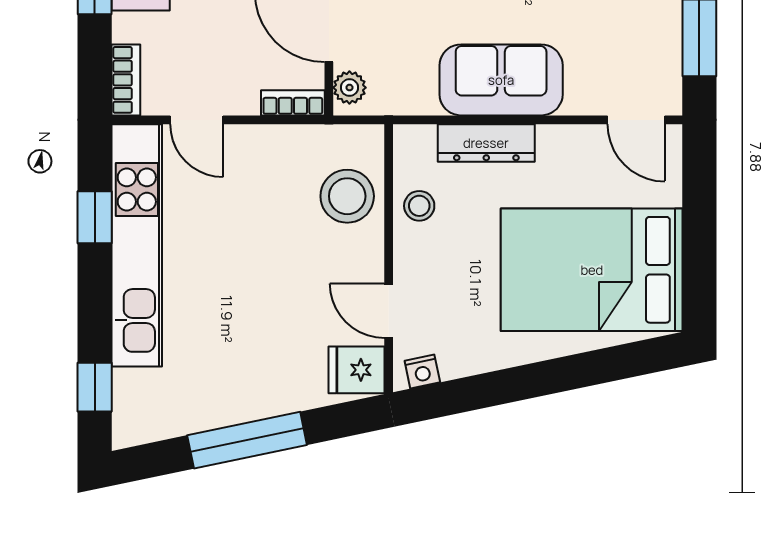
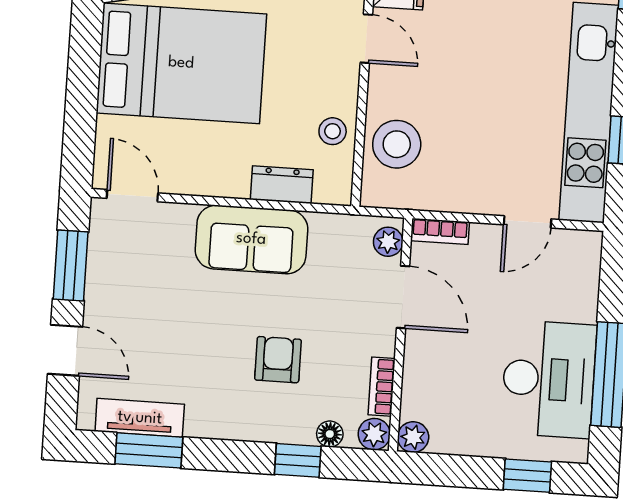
bookcase: (126, 80) -> (589, 262), removed
door: (197, 120) -> (528, 222), swing flipped
dresser: (486, 143) -> (282, 185), width x0.70

